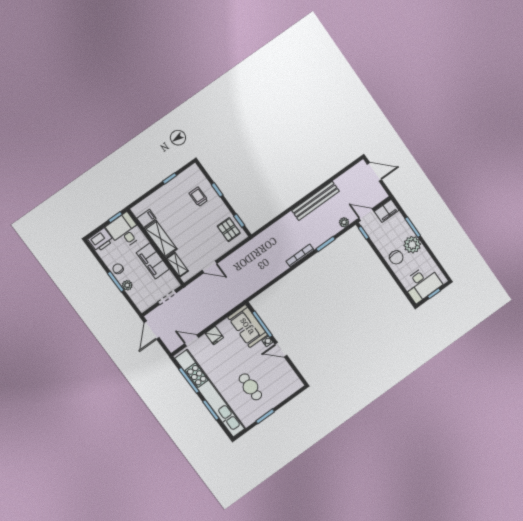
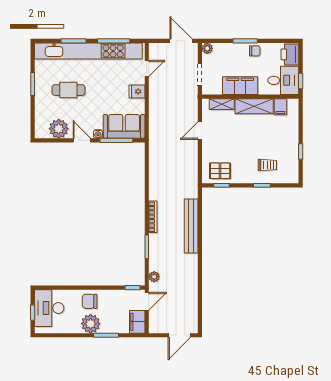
bench: (315, 201) -> (191, 226), moved
plant: (127, 285) -> (207, 48), moved
door: (281, 350) -> (82, 140), hinge flipped
plant: (285, 373) -> (59, 129), added

